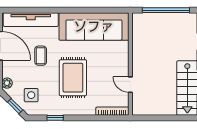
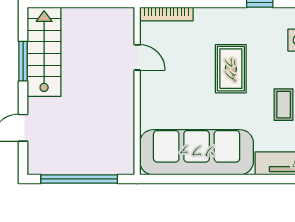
rug: (73, 78) -> (231, 69), width x0.73, depth x0.70

